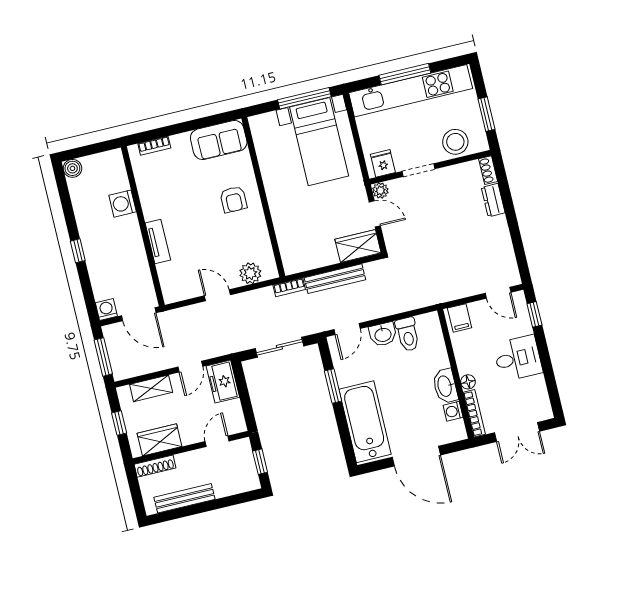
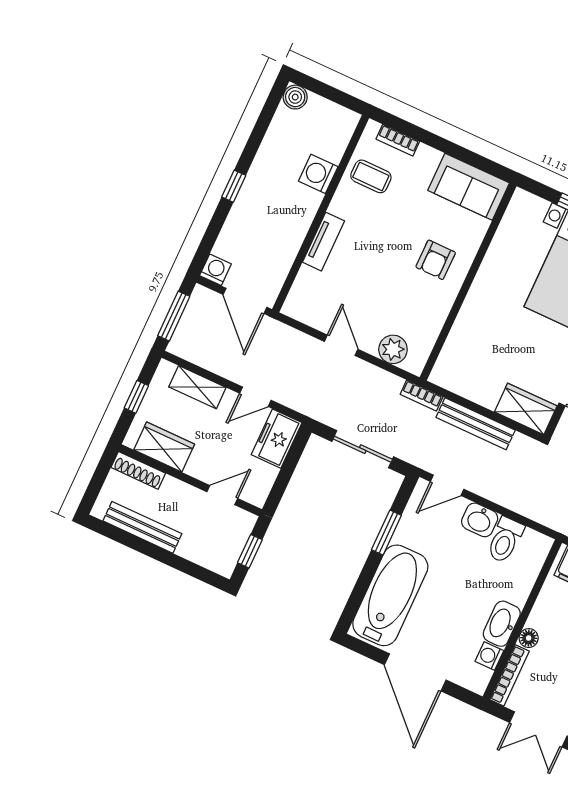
coffee table: (155, 180) -> (371, 176), added

